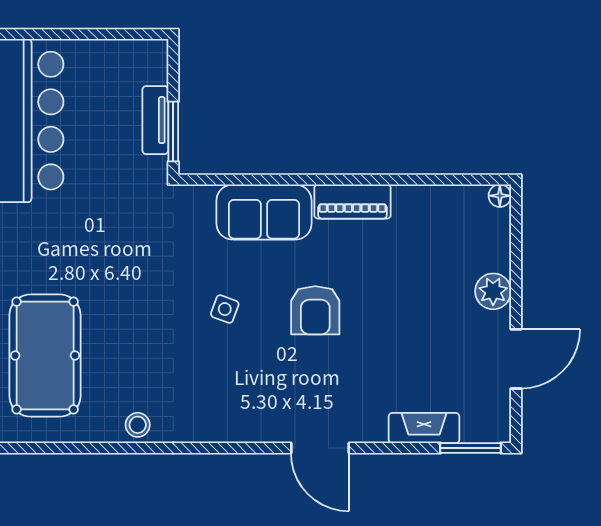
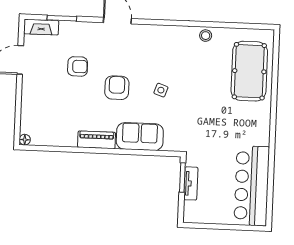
plant: (493, 291) -> (30, 93), removed
armchair: (398, 351) -> (78, 66), added
fireplace: (424, 428) -> (41, 27), moved
window: (470, 448) -> (62, 18), moved

